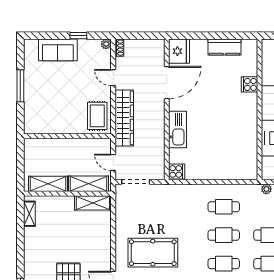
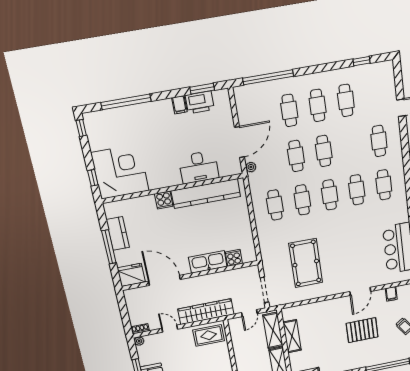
window: (213, 36) -> (109, 247), added
door: (113, 78) -> (170, 329), swing flipped
cooker: (249, 84) -> (164, 200), moved
kitchen counter: (248, 140) -> (206, 194), added
cooker: (177, 171) -> (234, 258), moved
shelving: (93, 203) -> (292, 336), moved
pool table: (153, 253) -> (306, 263), moved

